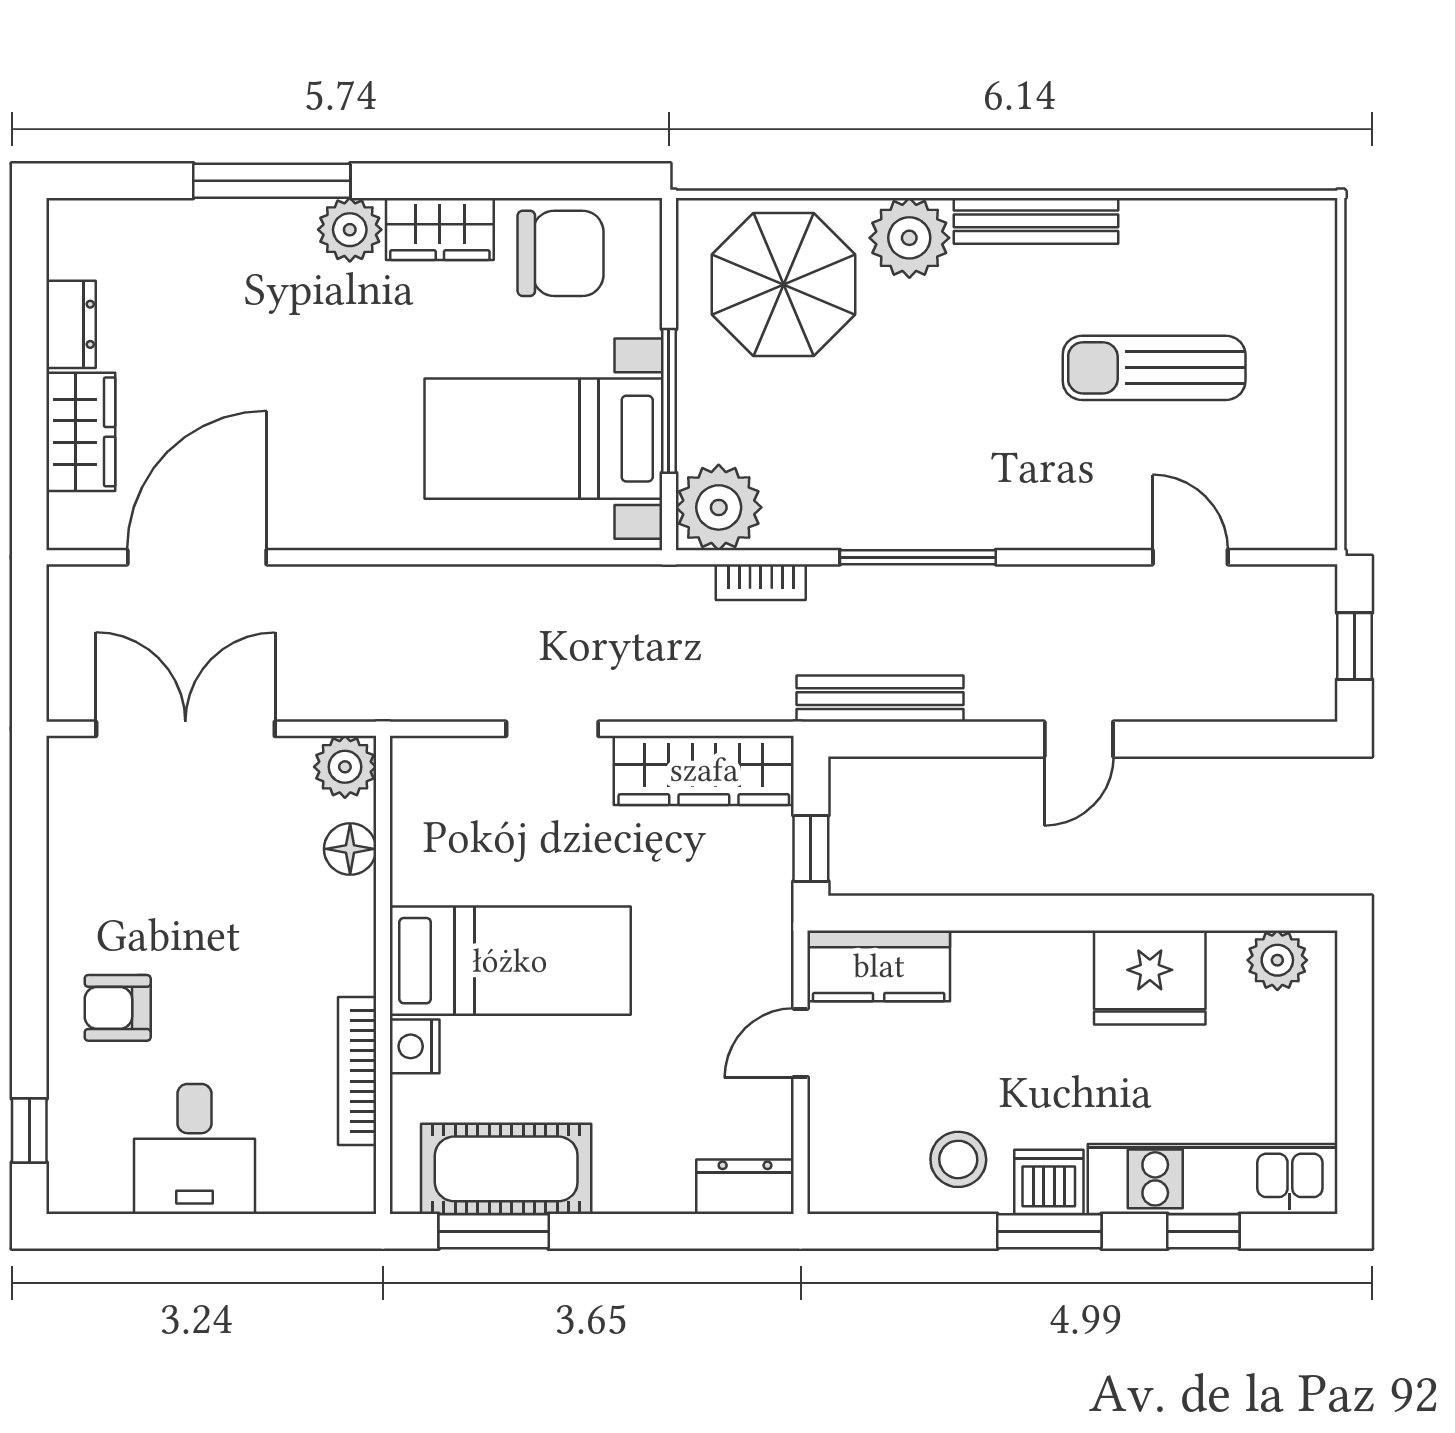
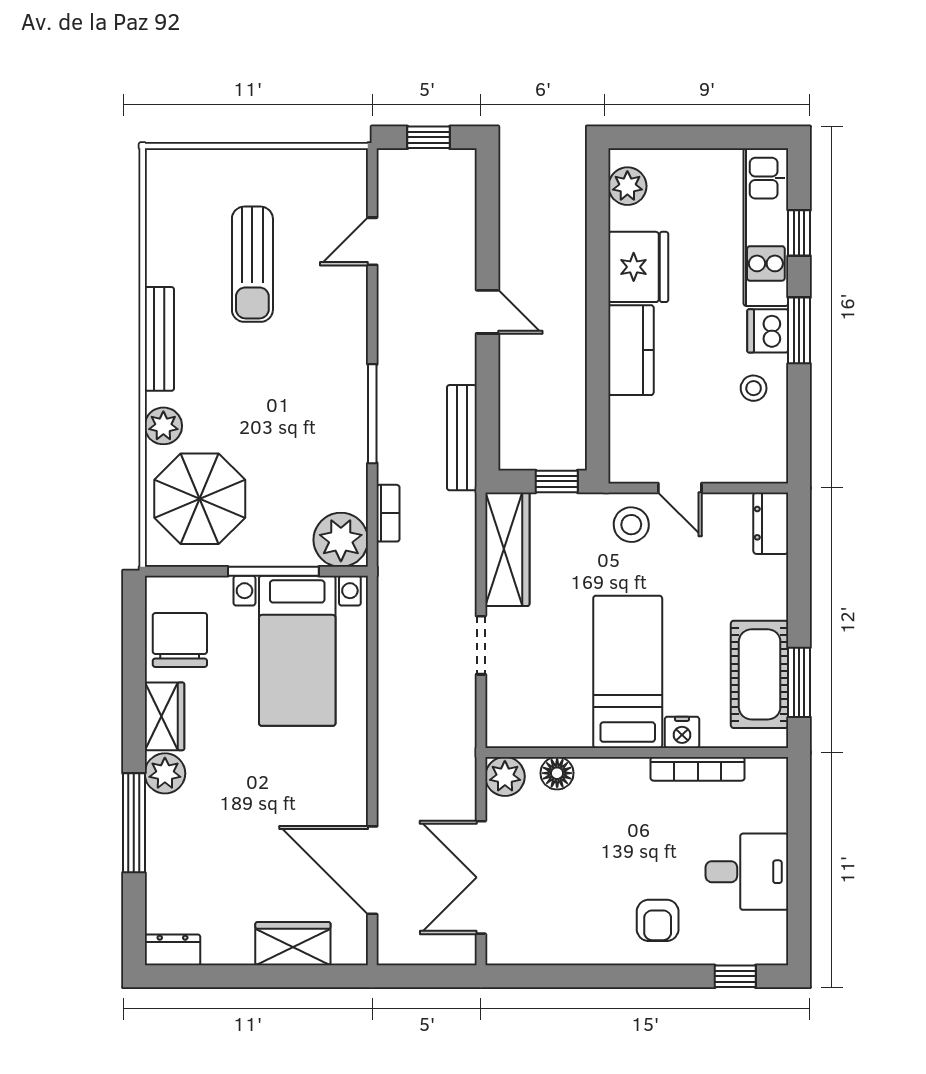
plant: (909, 238) -> (163, 426), width x0.73, depth x0.73
dresser: (71, 324) -> (172, 950), moved
stool: (743, 966) -> (631, 525), added
kitchen counter: (879, 966) -> (631, 350), moved
stool: (958, 1159) -> (754, 388), width x0.73, depth x0.73

